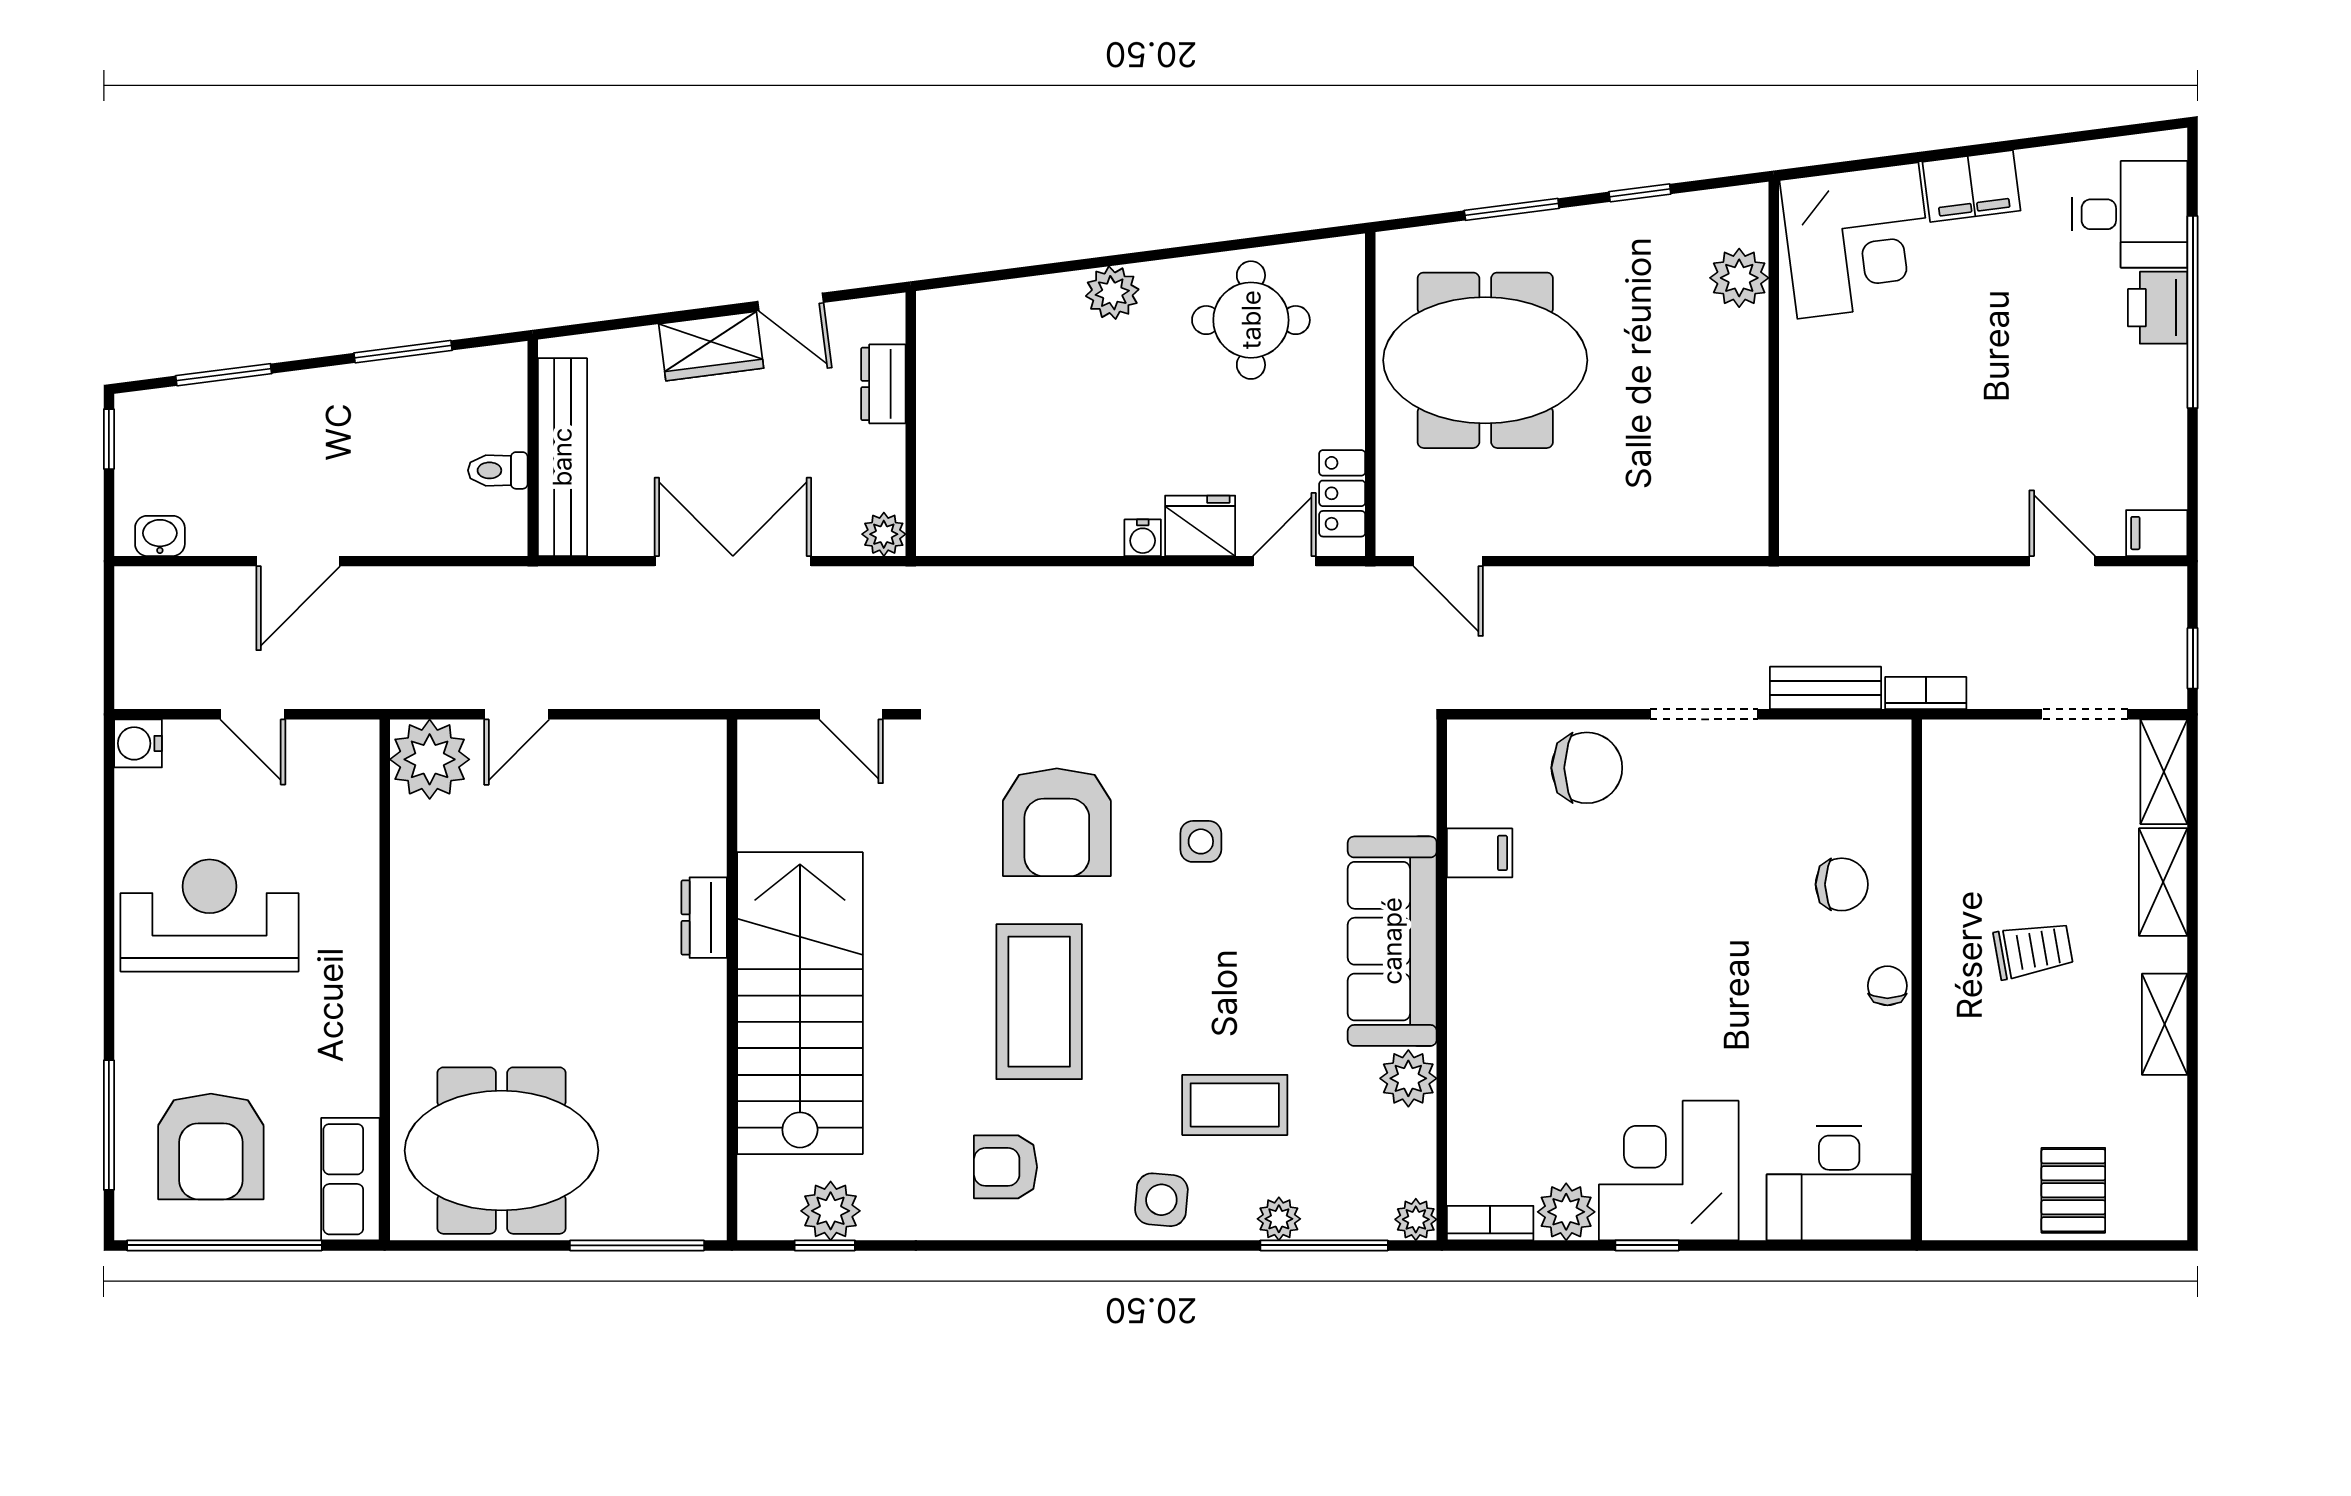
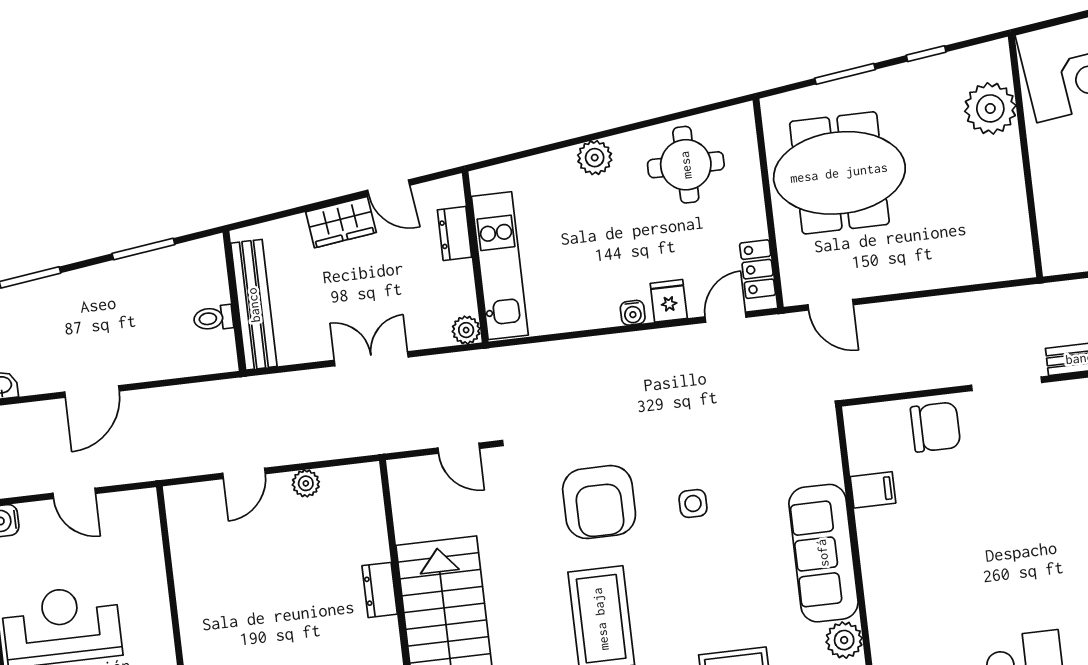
plant: (1739, 278) -> (990, 108), width x1.36, depth x1.36
kitchen unit: (947, 442) -> (500, 266), added
fridge: (1200, 526) -> (669, 301), width x0.72
double door: (733, 561) -> (371, 359), width x0.73
plant: (430, 759) -> (306, 483), moved, width x0.53, depth x0.53

